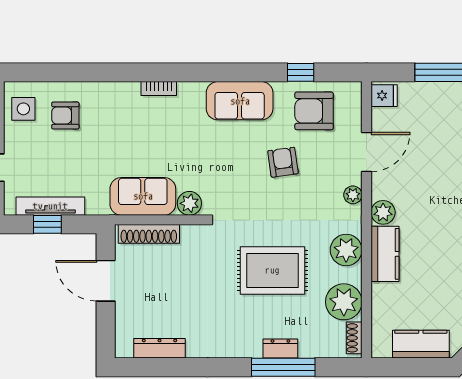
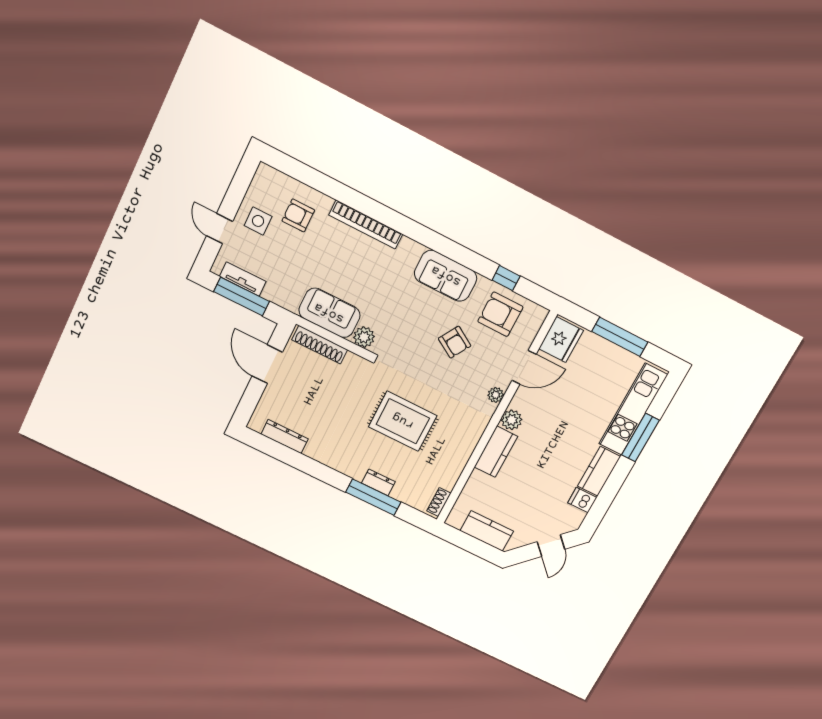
bookcase: (159, 89) -> (366, 225), width x2.31, depth x1.31
fridge: (384, 96) -> (561, 340), width x1.88, depth x1.34
side table: (23, 109) -> (258, 221), moved
armchair: (283, 162) -> (455, 342), turned 129
tv unit: (50, 206) -> (243, 279), width x0.71
window: (47, 224) -> (242, 297), width x2.17
plant: (346, 250) -> (468, 434), removed
plant: (344, 302) -> (445, 472), removed

